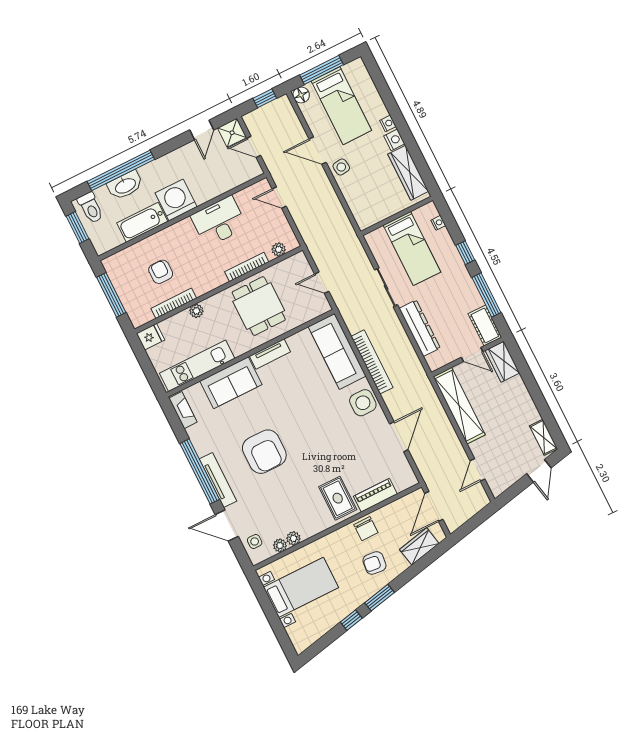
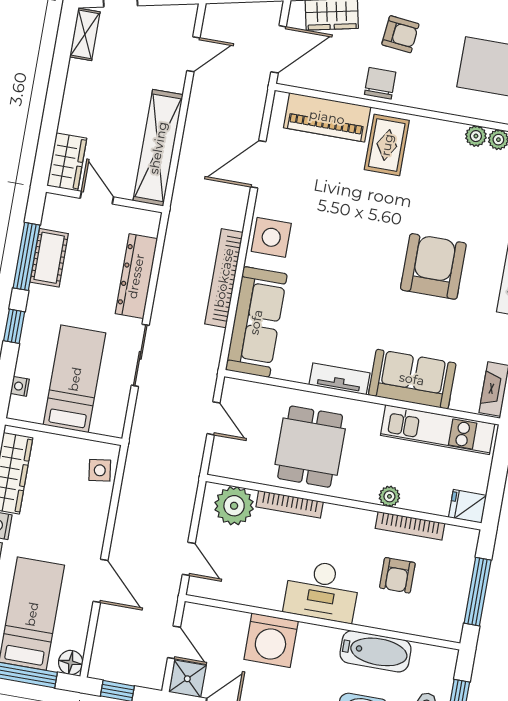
side table: (341, 167) -> (100, 470), moved
washing machine: (176, 200) -> (271, 640), moved
desk: (219, 221) -> (322, 591), moved
plant: (279, 249) -> (234, 506), width x1.87, depth x1.87
cot: (485, 326) -> (49, 258), moved
piano: (375, 495) -> (327, 117), width x1.37, depth x1.33

